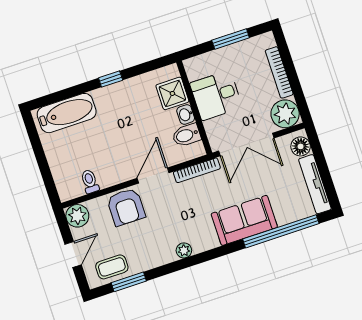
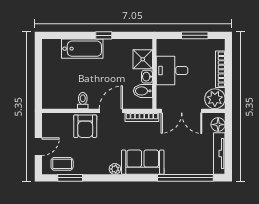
bathtub: (67, 113) -> (82, 49), moved
toilet: (90, 181) -> (83, 101), moved
plant: (77, 216) -> (50, 121), removed
sofa: (244, 220) -> (143, 162), moved

